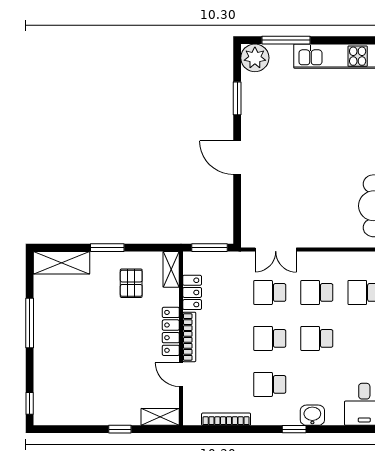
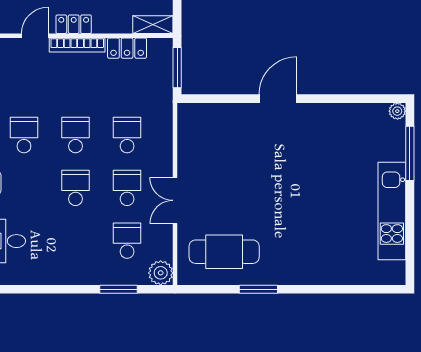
plant: (255, 58) -> (397, 111), width x0.53, depth x0.53
window: (237, 98) -> (345, 99), removed
double door: (276, 250) -> (175, 200), moved
locker: (171, 331) -> (74, 24), width x0.66

